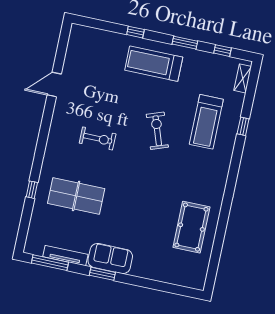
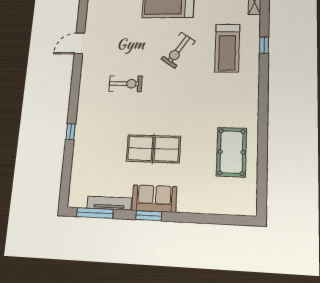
exercise bike: (157, 131) -> (178, 50), moved, turned -127
window: (32, 190) -> (71, 132), moved
table tennis table: (76, 196) -> (153, 149), moved

